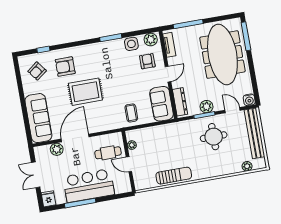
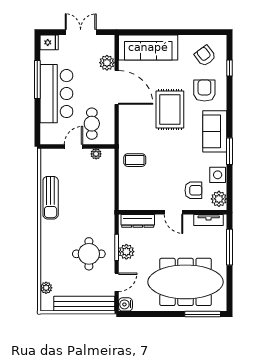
sofa: (162, 104) -> (215, 131), moved, turned -90

